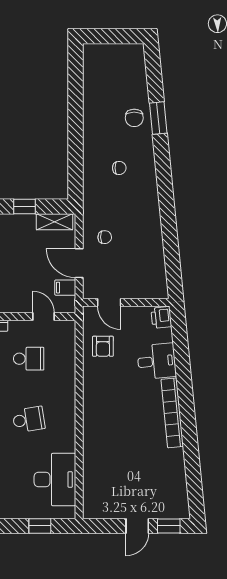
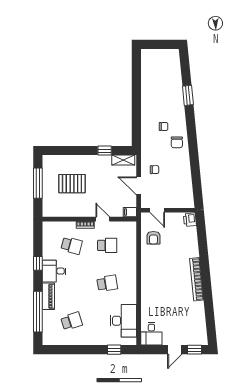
chair: (134, 118) -> (177, 142), moved
filing cabinet: (65, 288) -> (130, 212), moved
door: (44, 317) -> (103, 219), moved
desk: (157, 361) -> (151, 334), moved, turned 96

